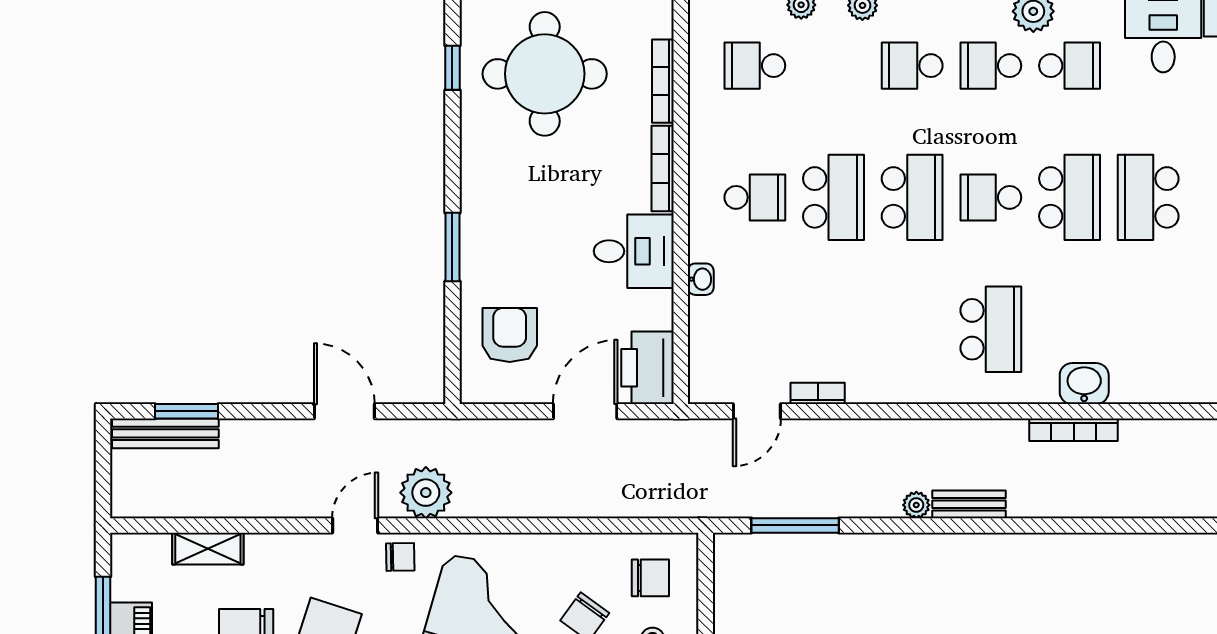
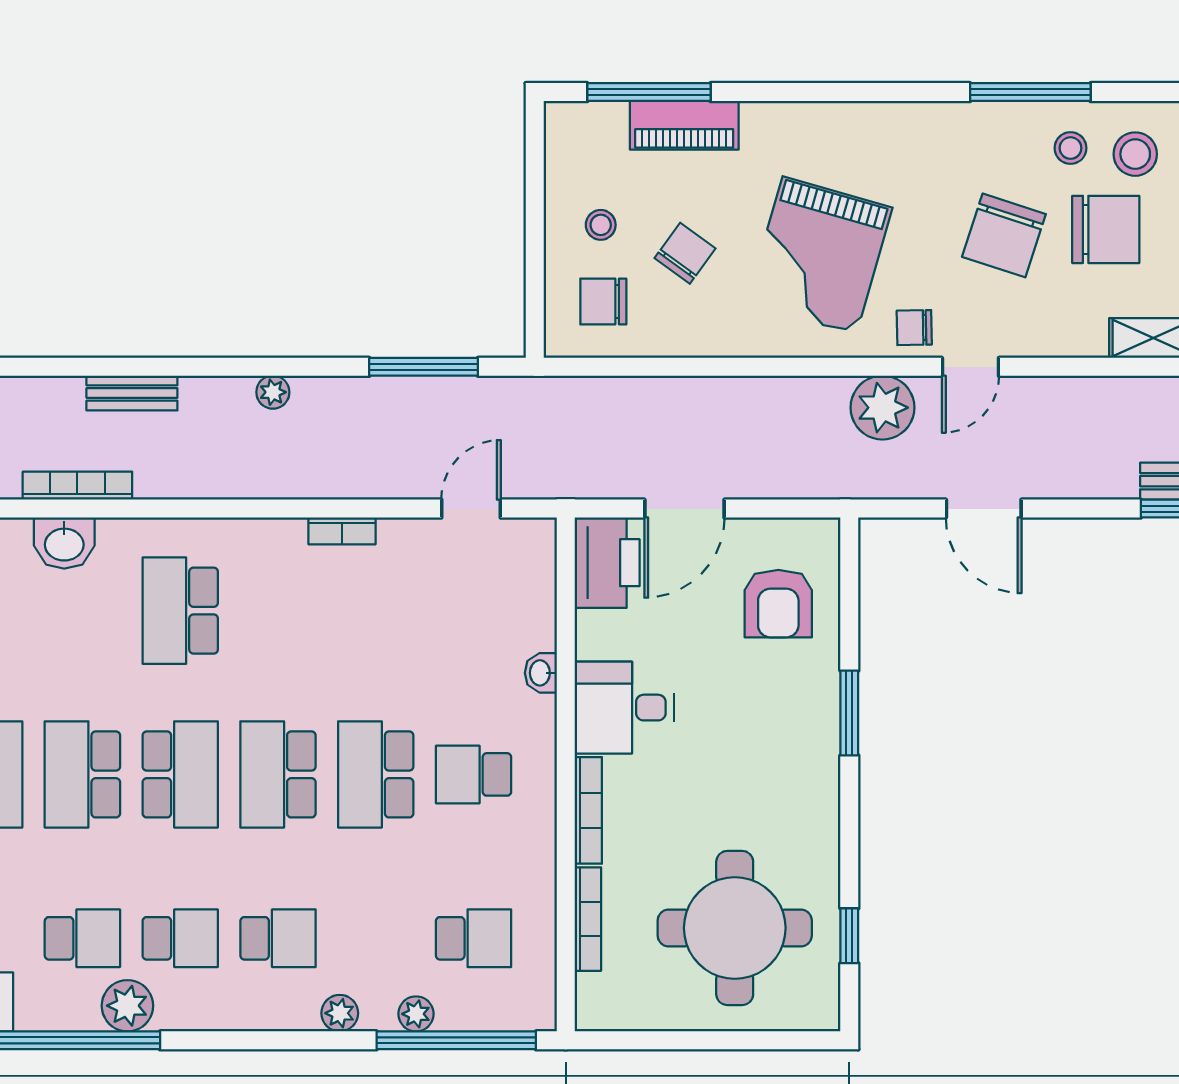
school desk: (1070, 66) -> (82, 938), turned 180
school desk: (991, 197) -> (180, 774), width x1.85
bookcase: (818, 393) -> (342, 531), moved
bench: (969, 504) -> (132, 393), moved

